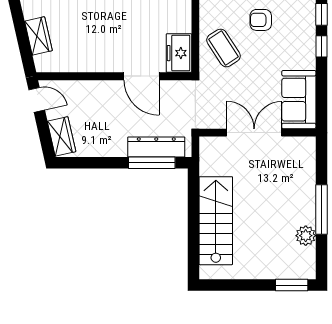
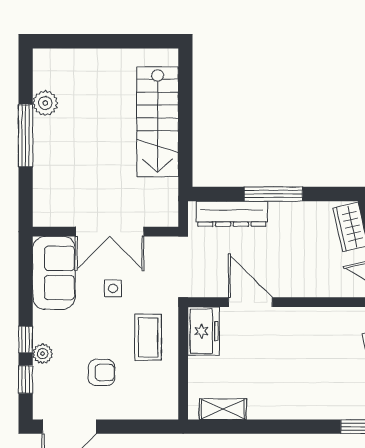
plant: (308, 35) -> (43, 354), added
coffee table: (223, 48) -> (148, 337), turned 33
side table: (252, 87) -> (113, 288), added
window: (152, 163) -> (273, 194), moved
window: (292, 285) -> (63, 41), removed

